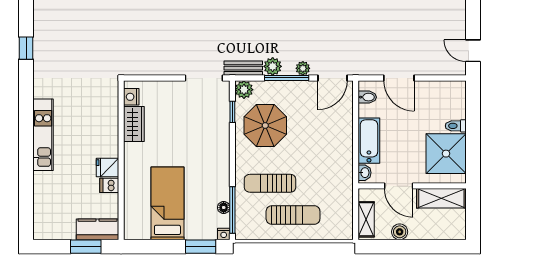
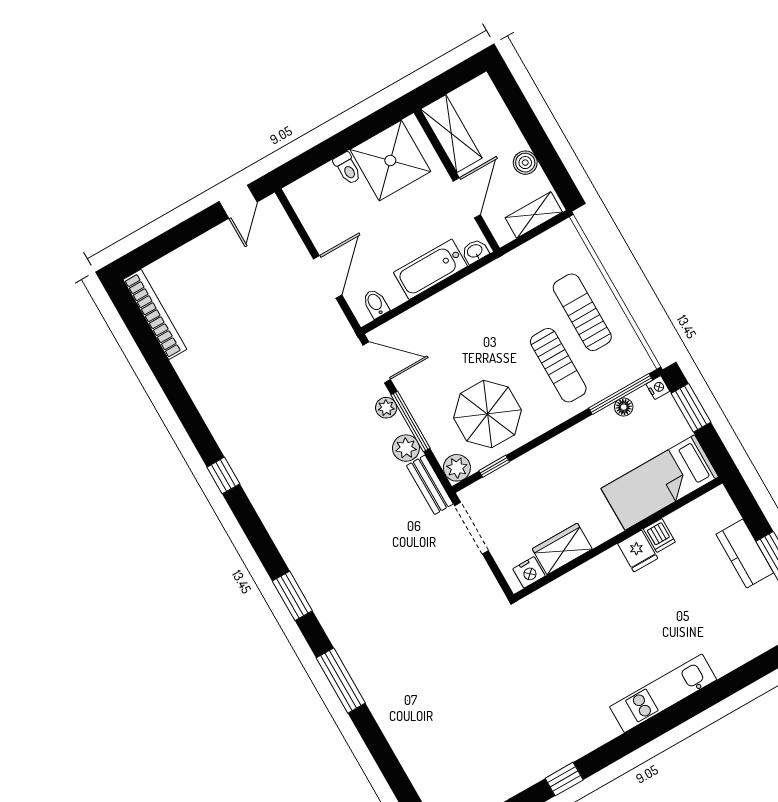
nightstand: (131, 97) -> (529, 572), moved
wardrobe: (134, 124) -> (562, 549), moved
wall: (121, 160) -> (618, 539), moved
fridge: (107, 167) -> (638, 551), moved
dishwasher: (109, 185) -> (659, 535), moved

